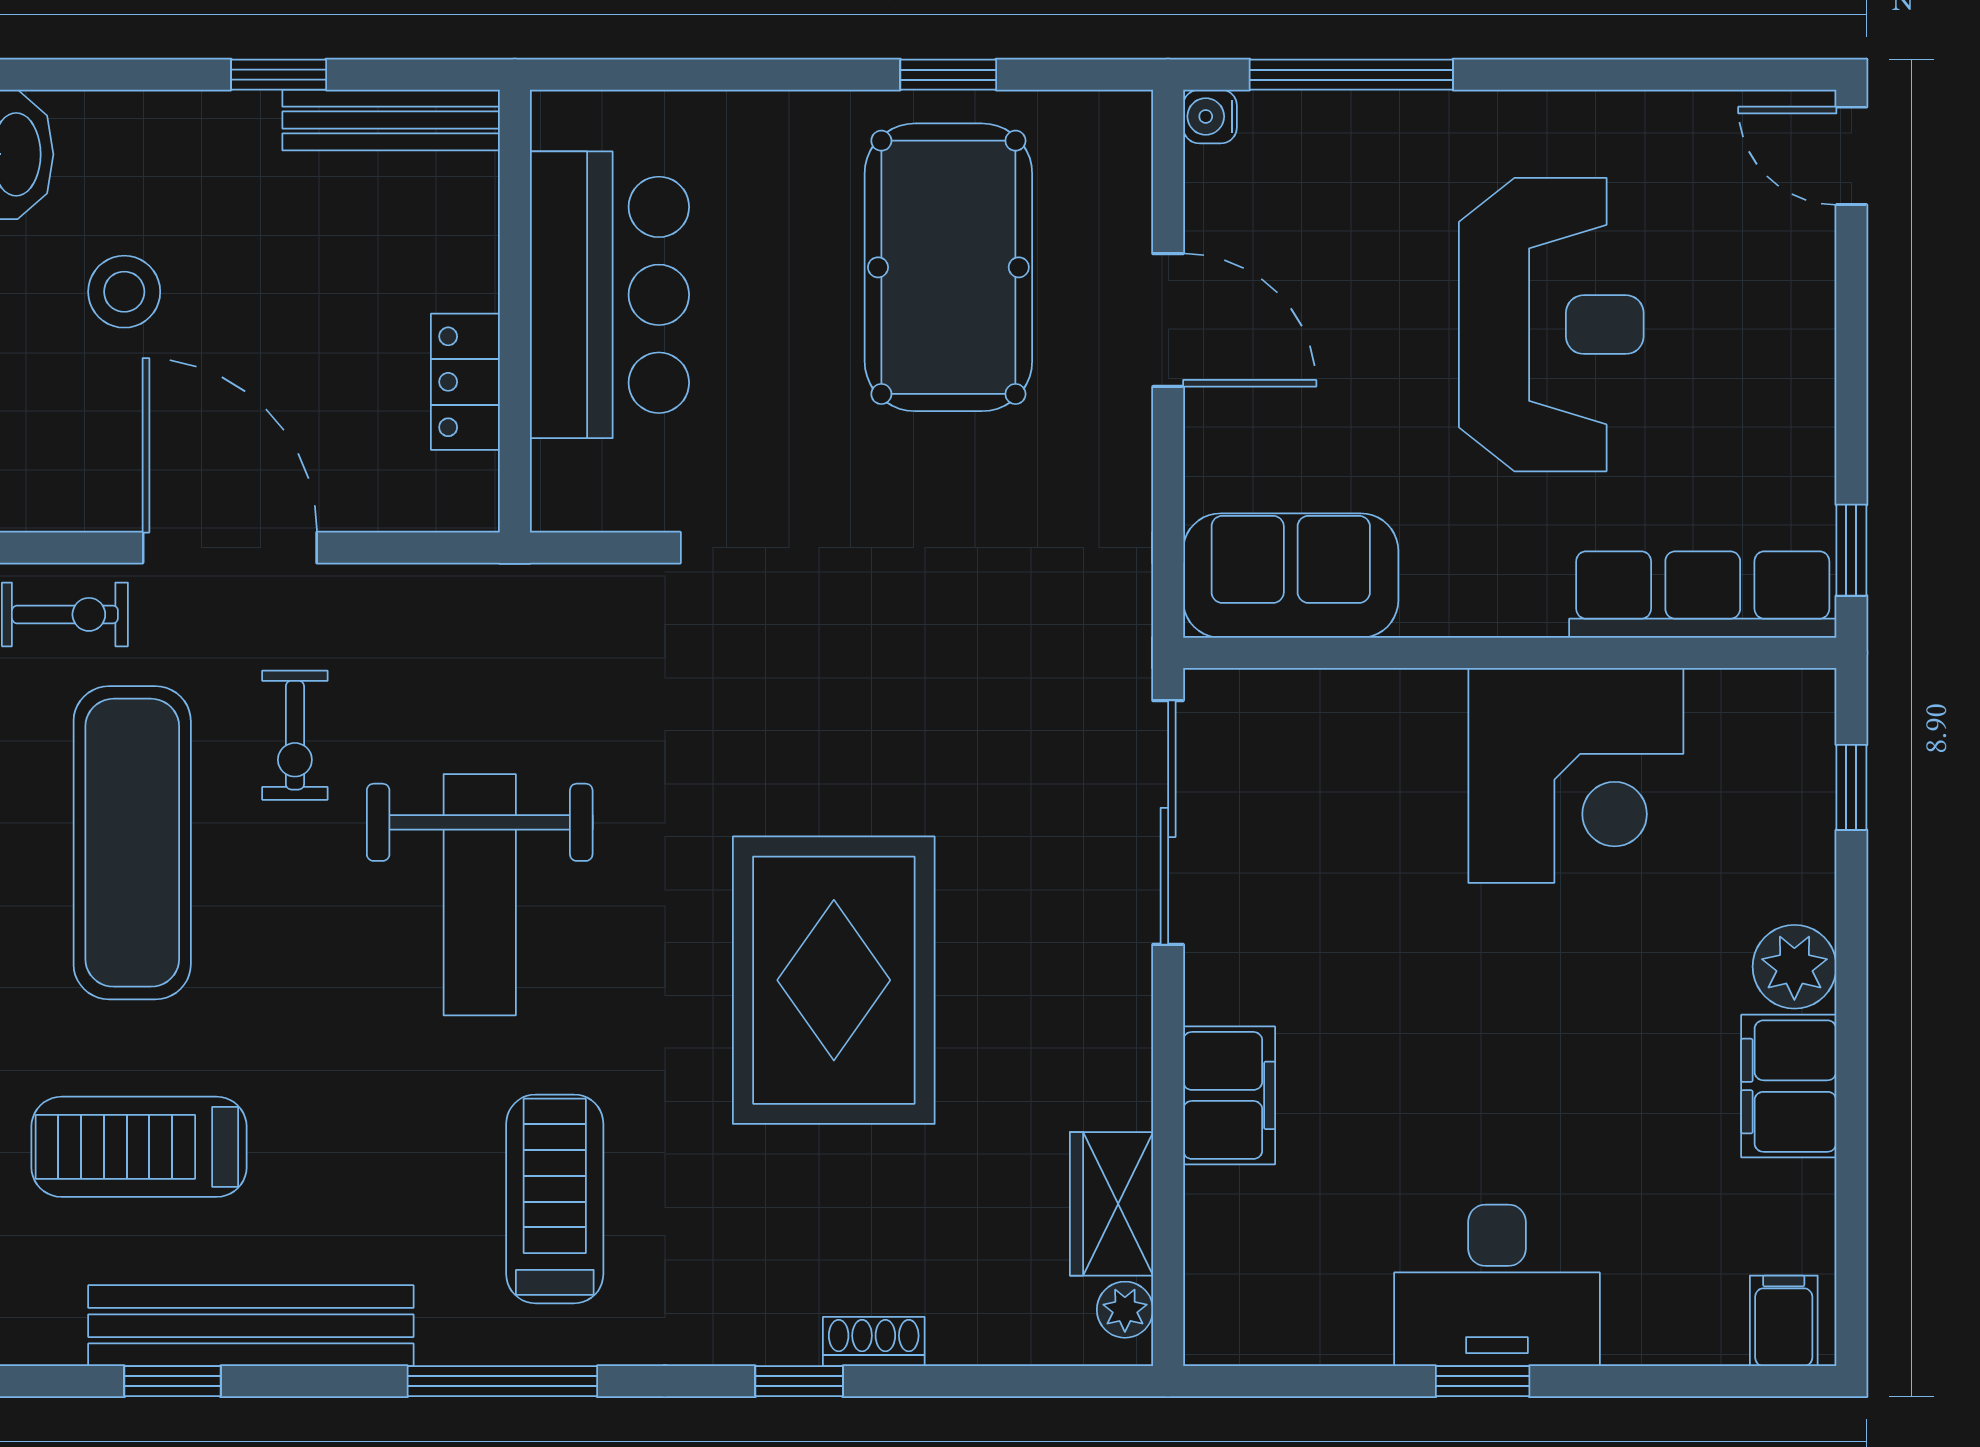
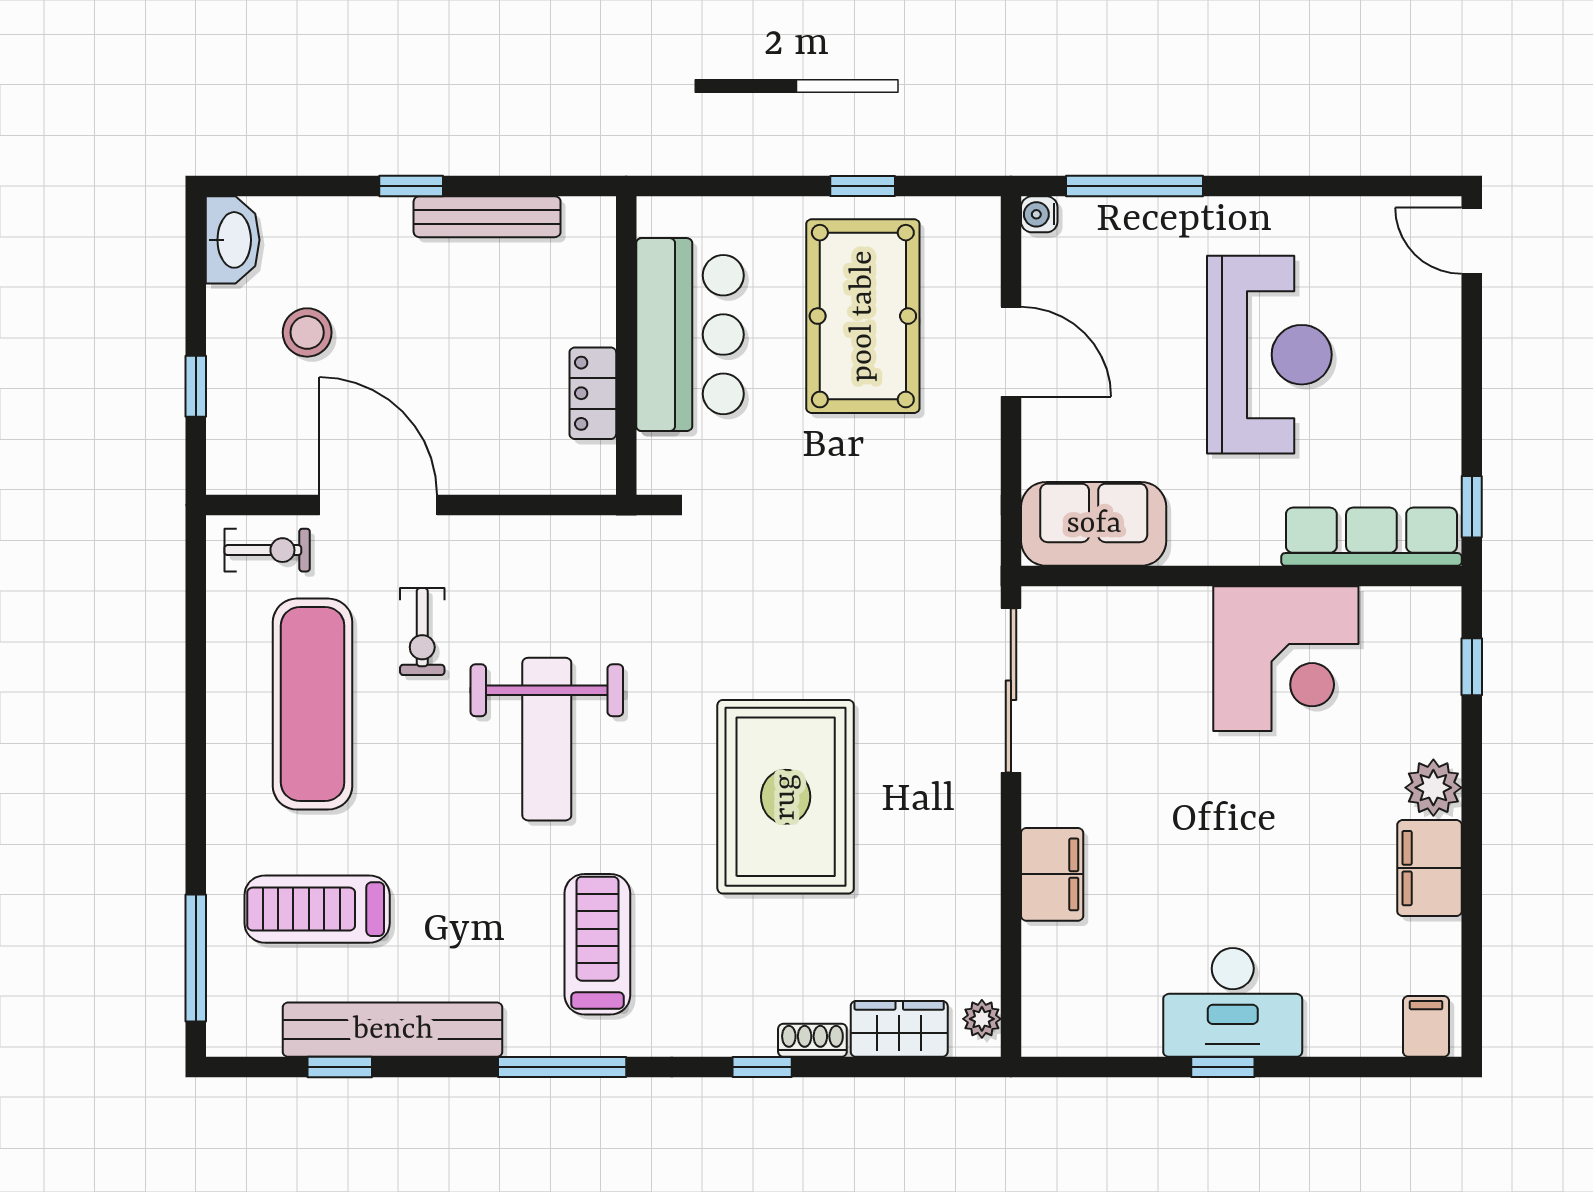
bar counter: (609, 295) -> (690, 335), moved
wall: (515, 311) -> (626, 346), moved
locker: (465, 382) -> (593, 393), moved
wardrobe: (1111, 1204) -> (899, 1029), moved, turned 90

